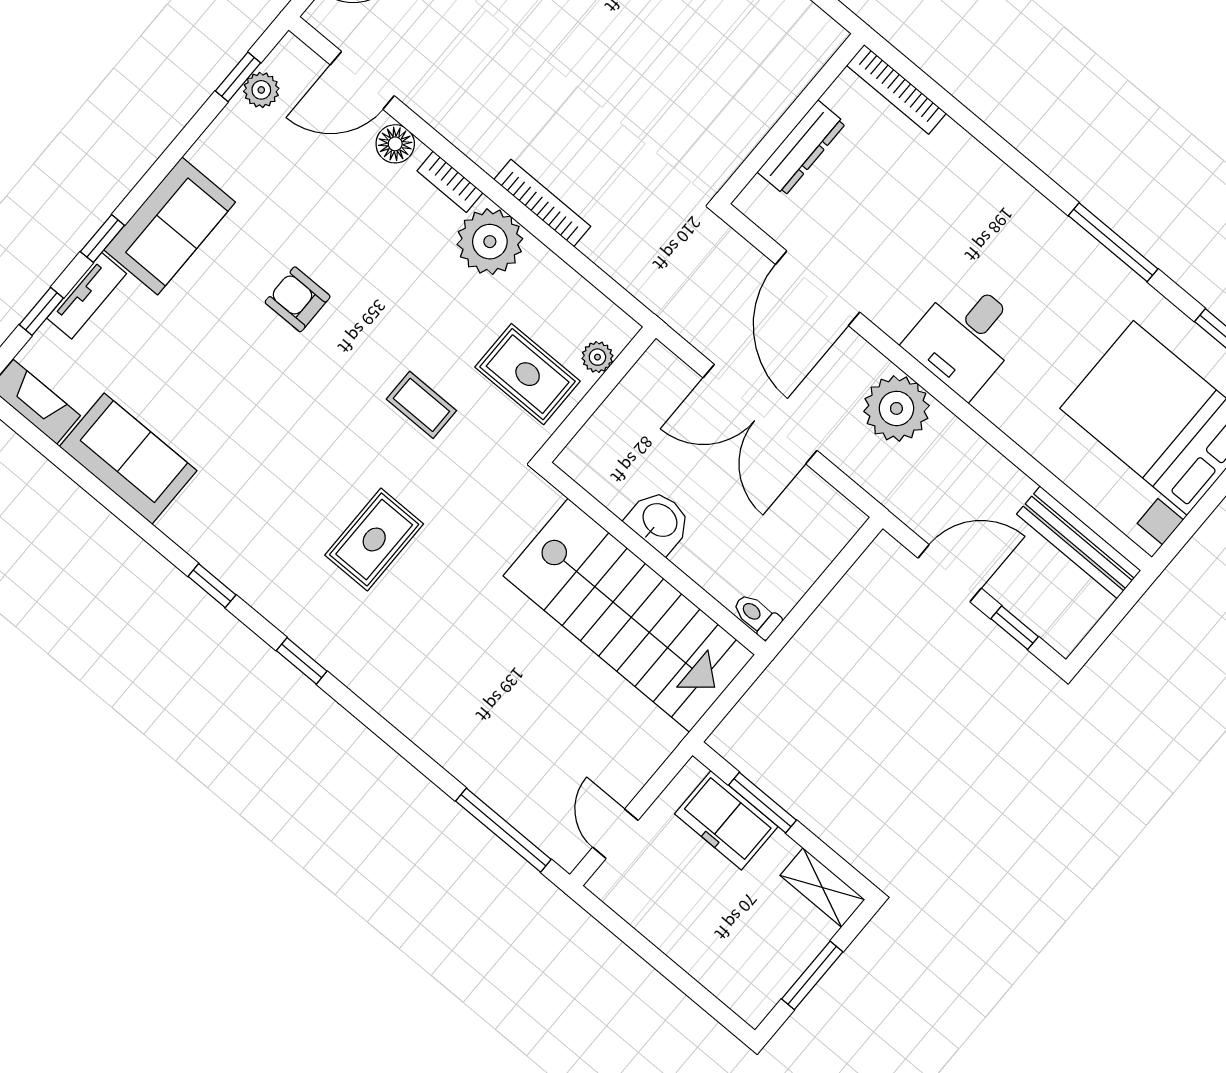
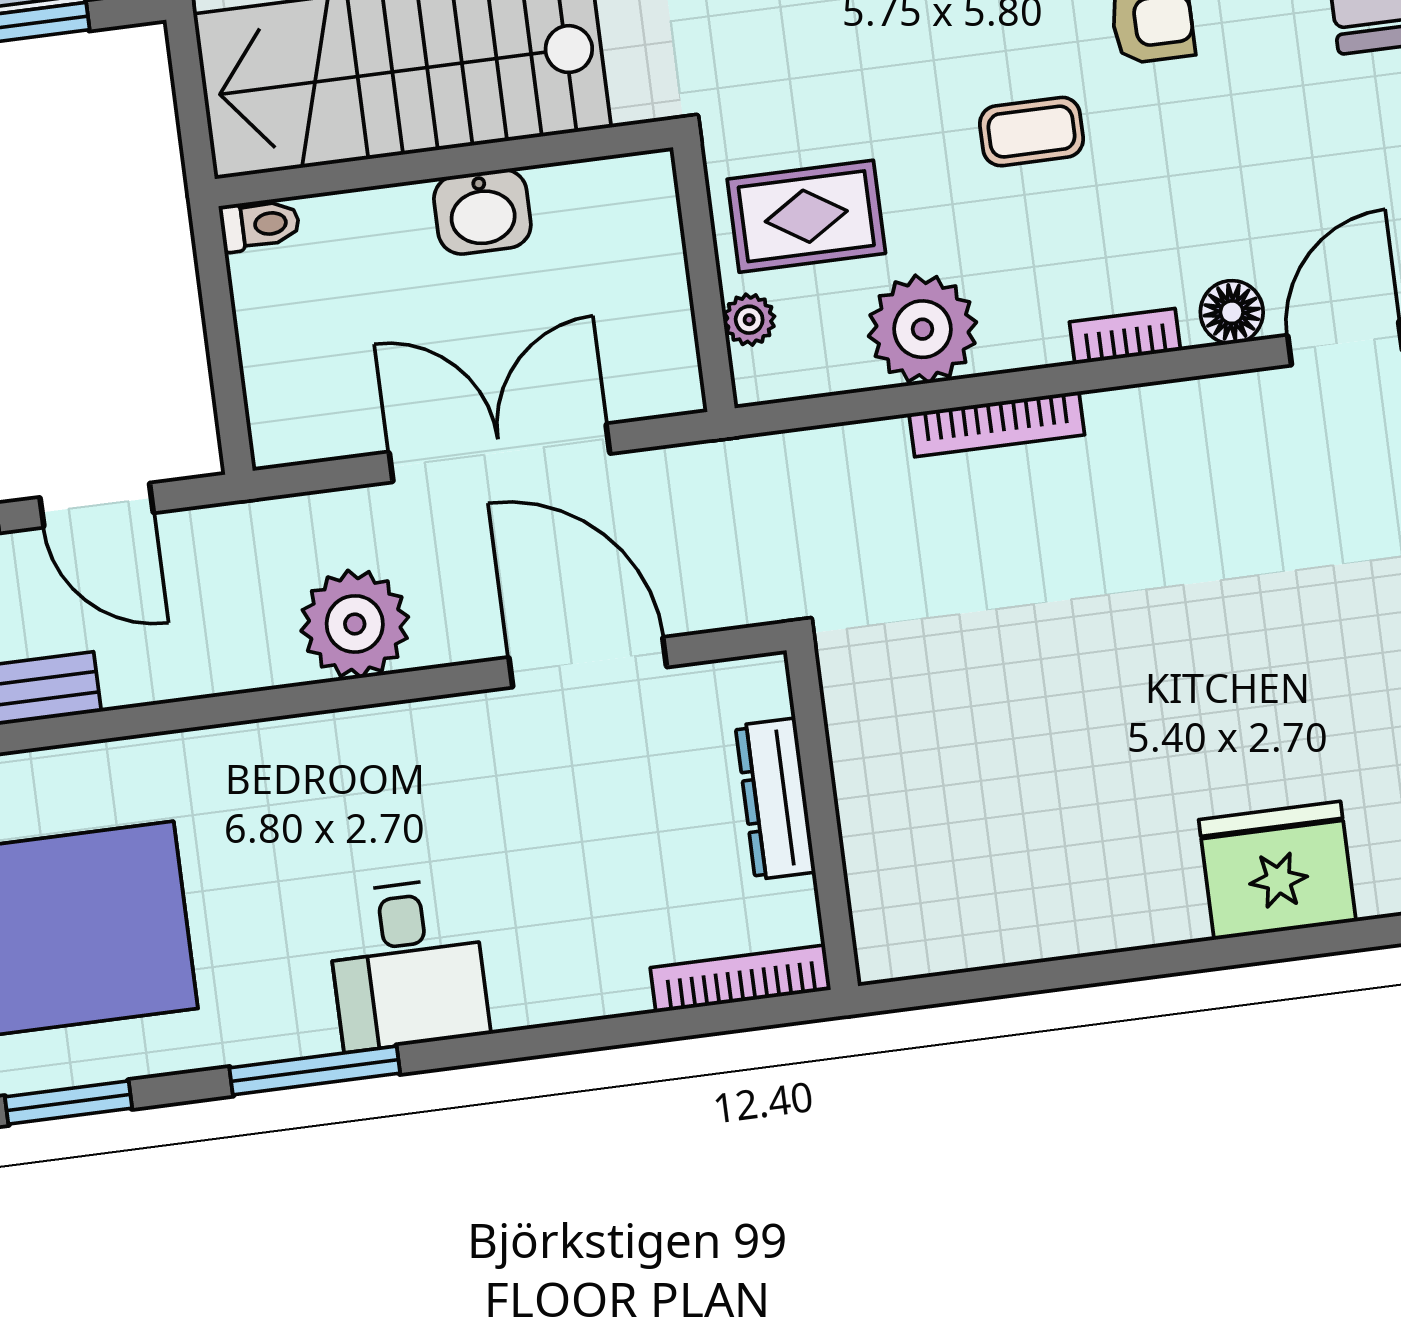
plant: (490, 242) -> (922, 329), moved
desk: (965, 337) -> (407, 964), moved, turned 180
coffee table: (421, 405) -> (1031, 132), moved
door: (950, 573) -> (97, 505), hinge flipped

